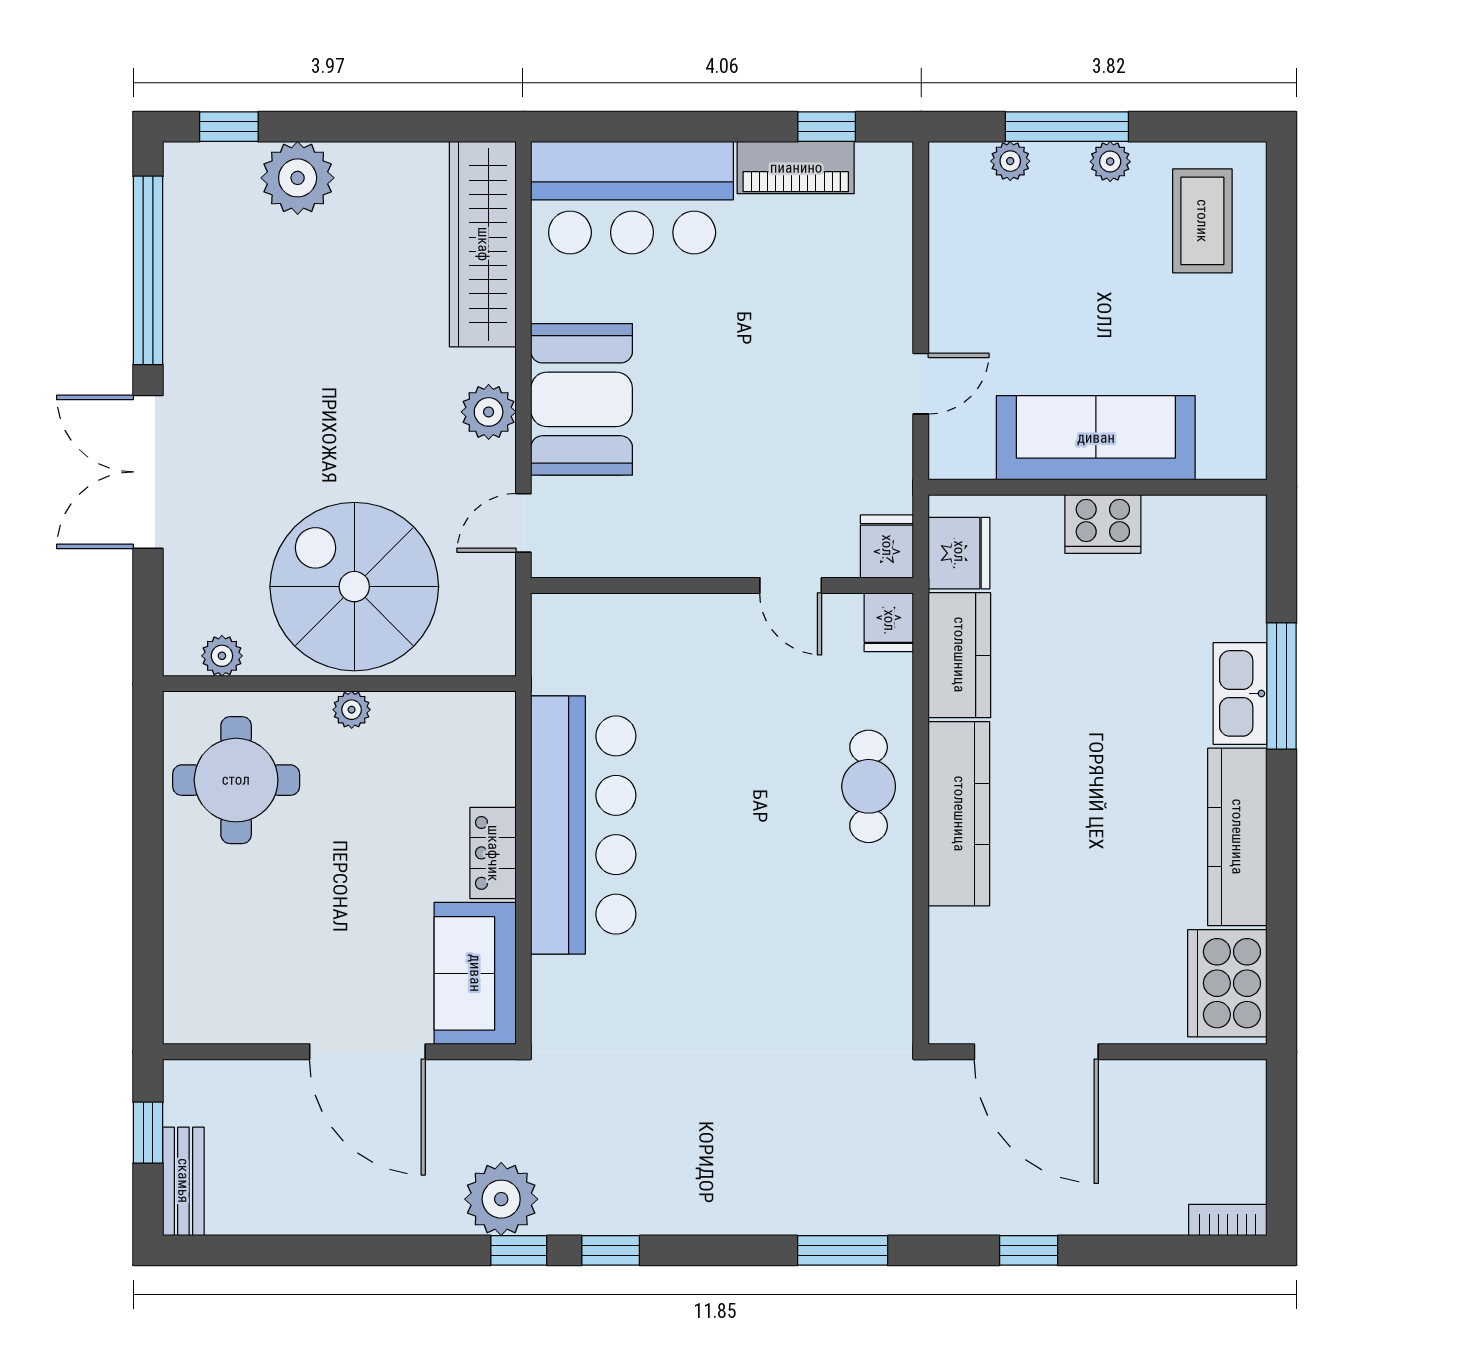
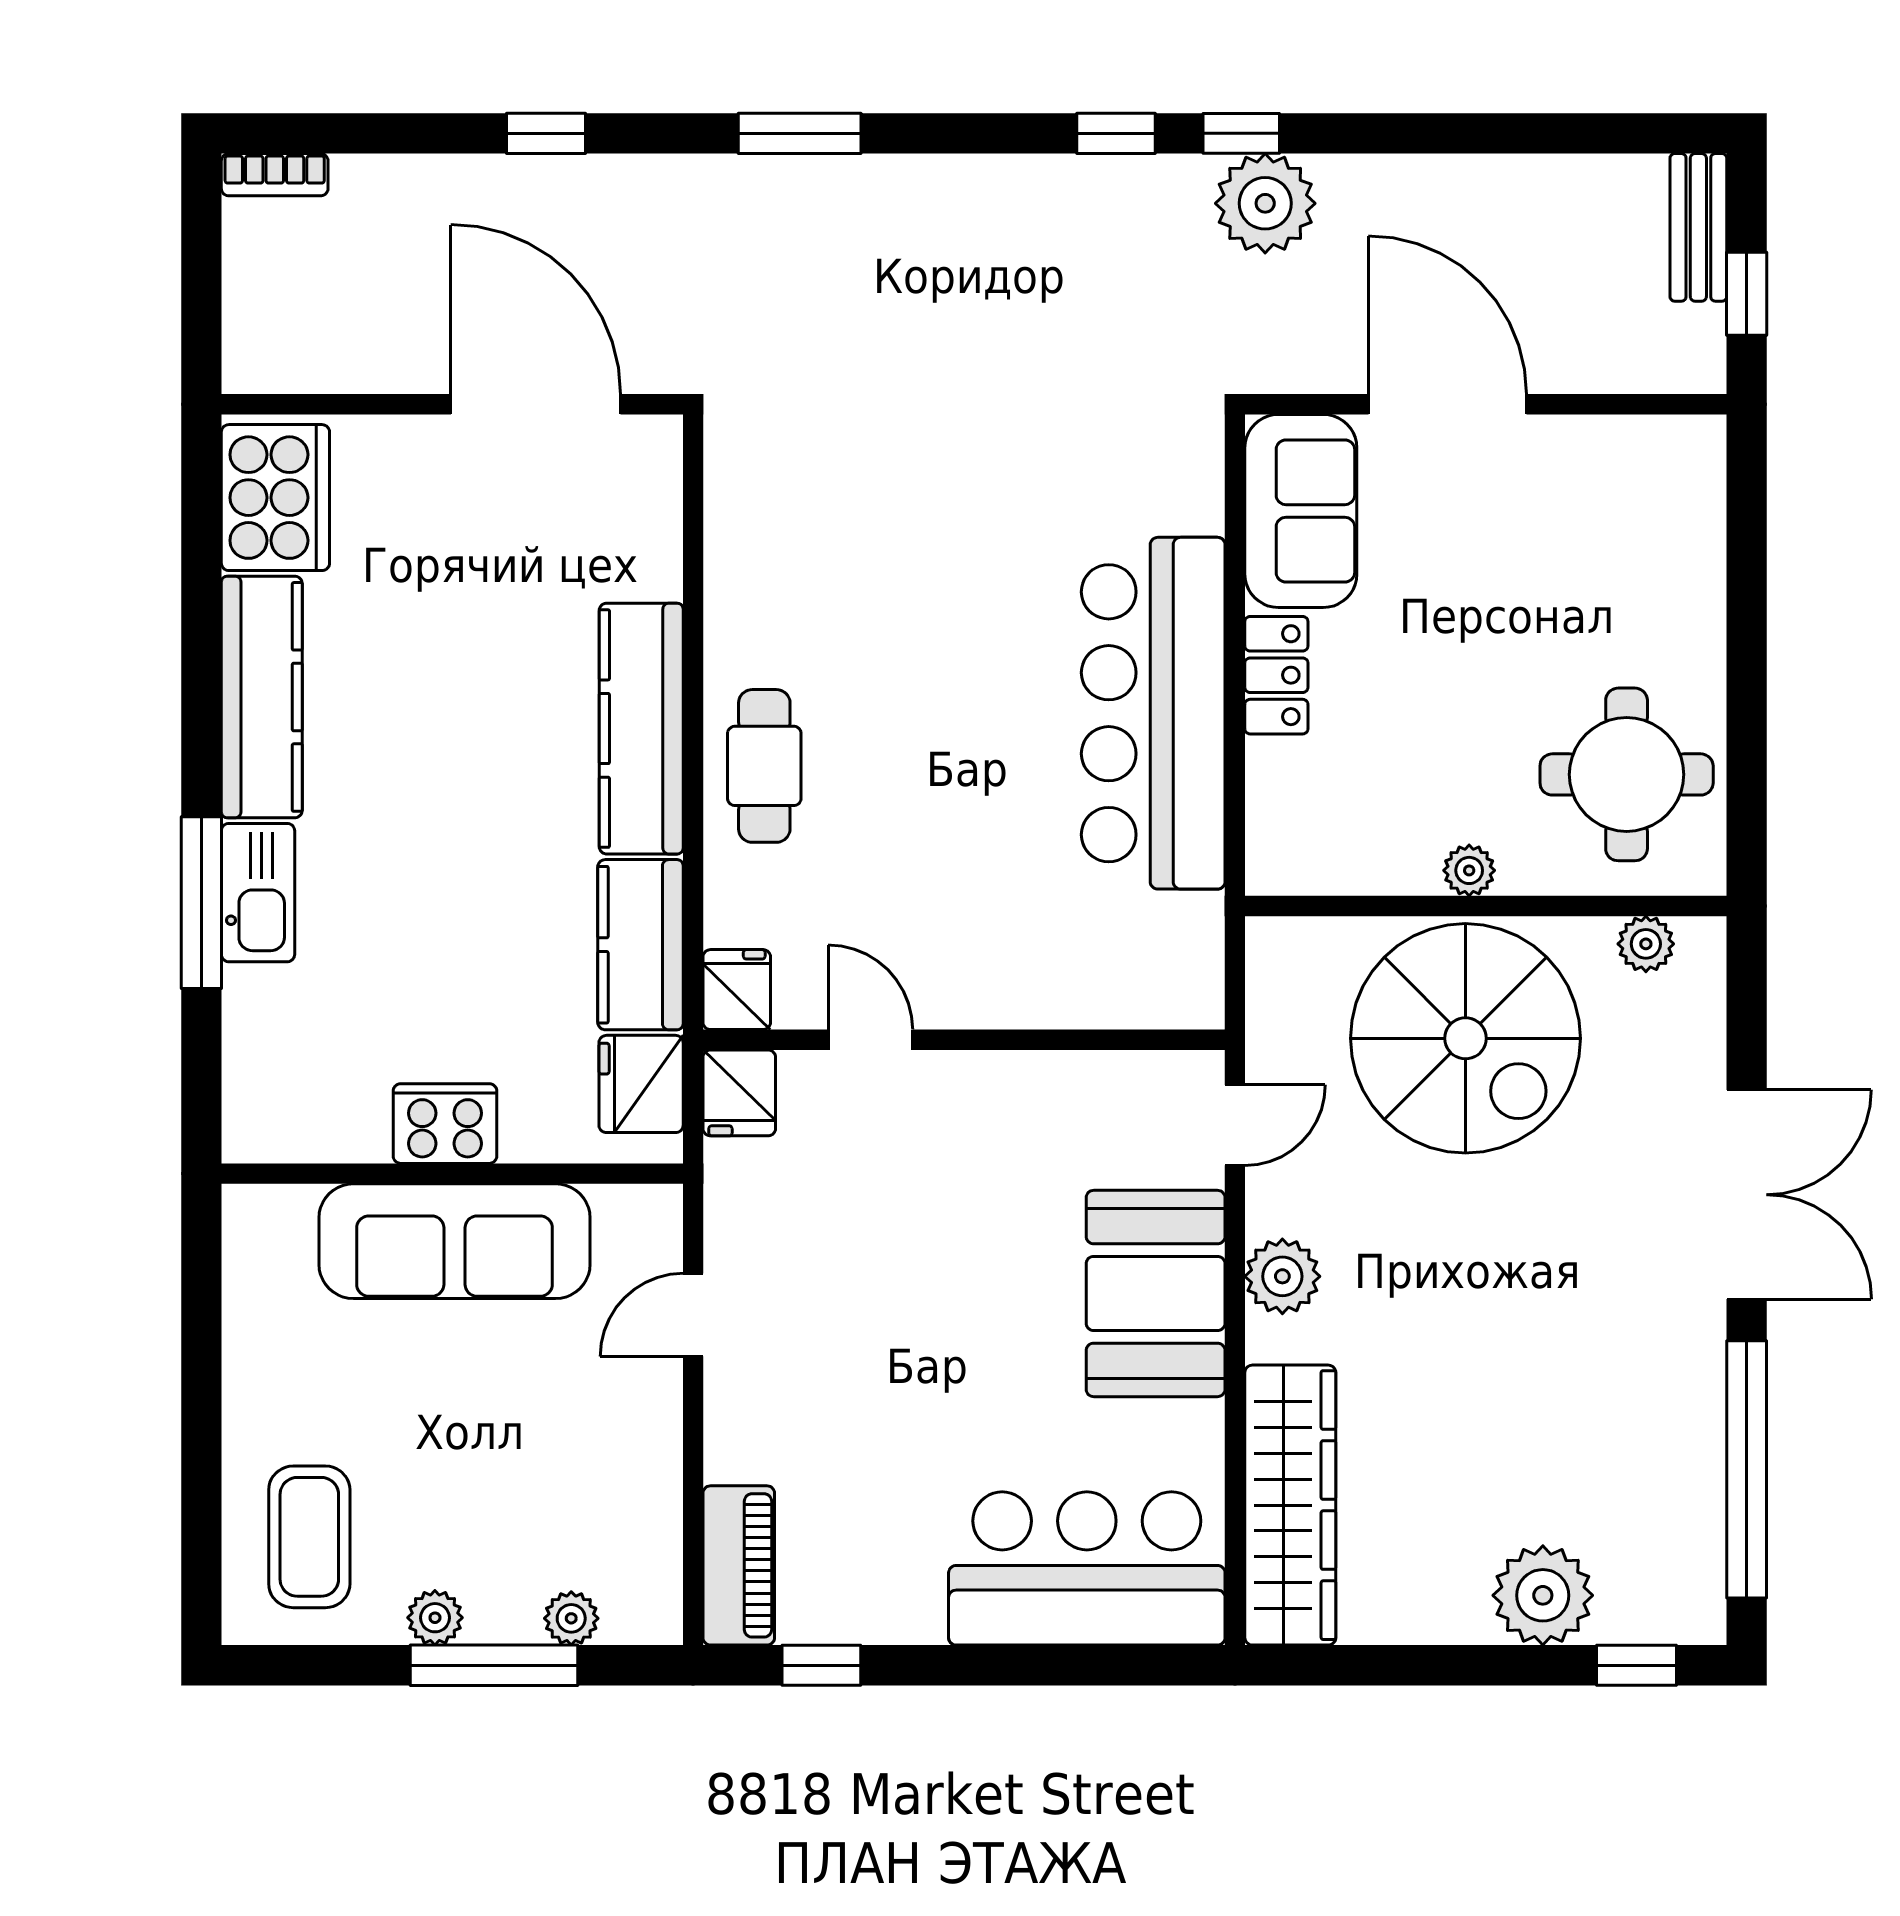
piano: (796, 168) -> (739, 1565), moved, turned 90

